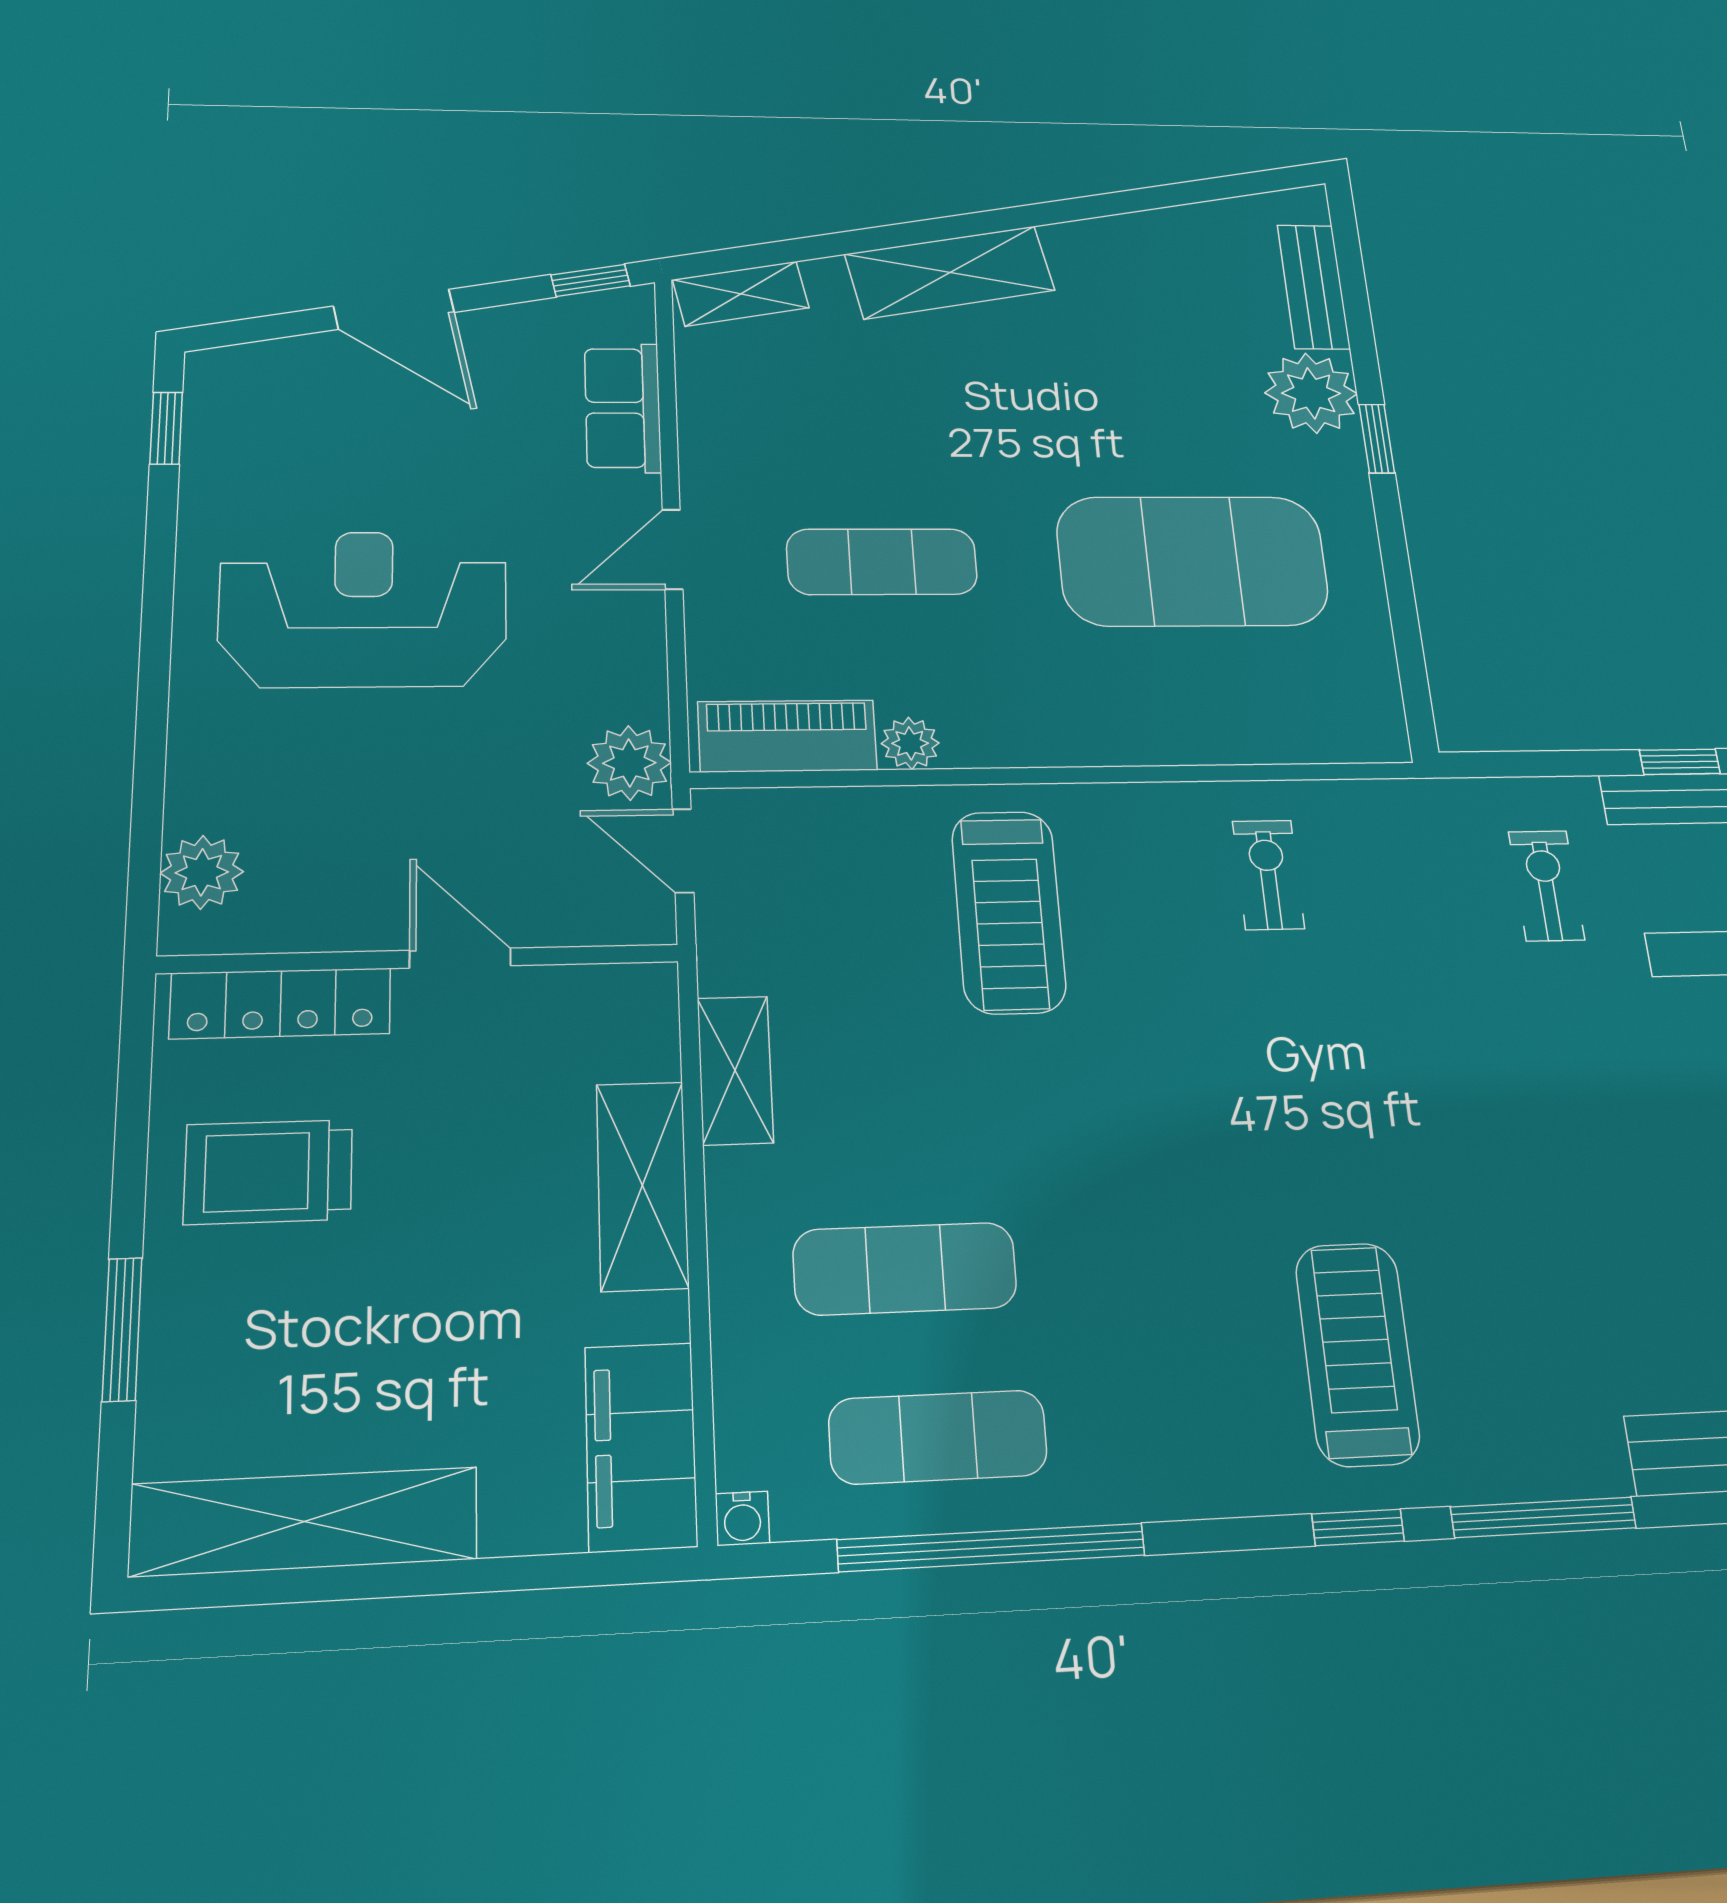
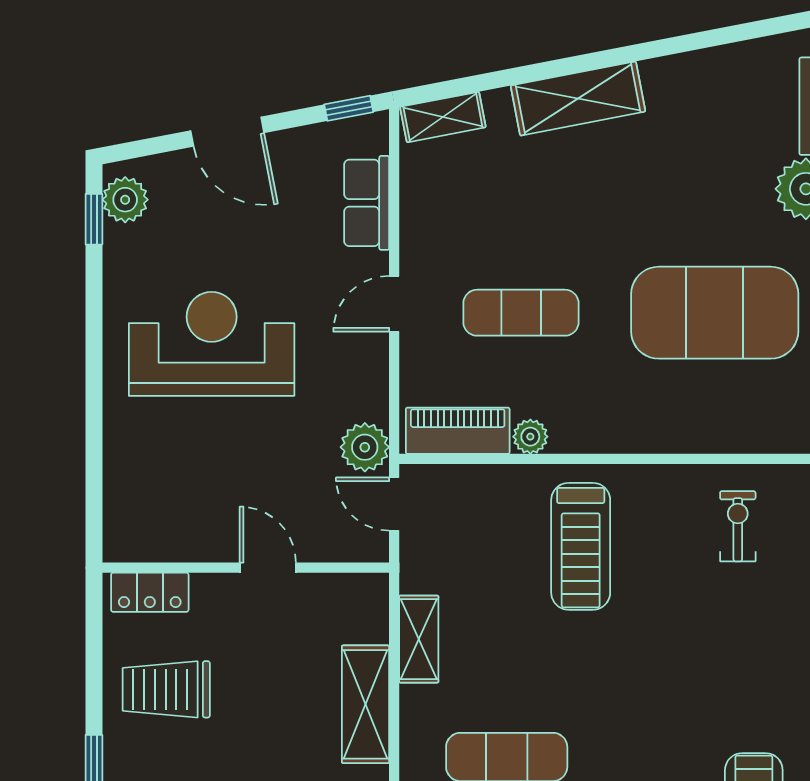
plant: (202, 872) -> (125, 200), moved
locker: (281, 1003) -> (150, 592), width x0.66

